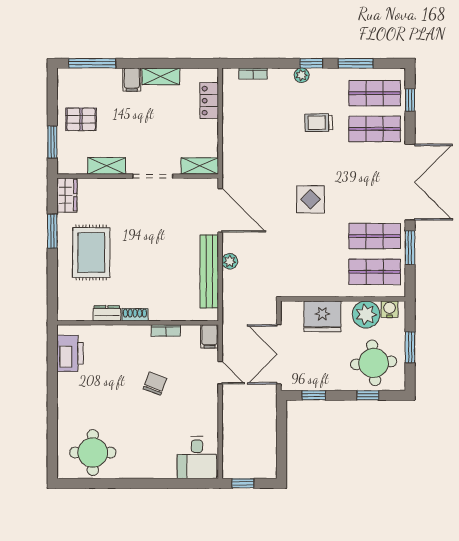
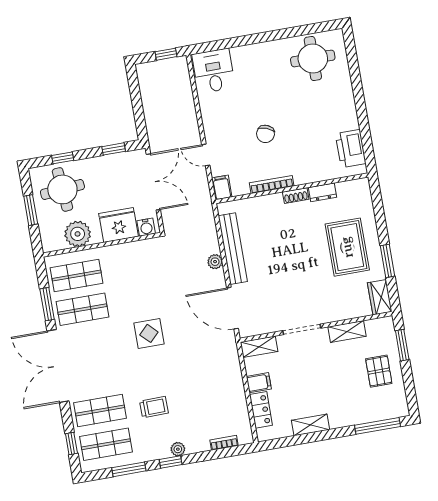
filing cabinet: (132, 80) -> (259, 383), moved, turned 90
pallet: (81, 119) -> (379, 371), turned 90
water cooler: (390, 309) -> (146, 227), moved
bookcase: (166, 330) -> (272, 184), width x1.56

